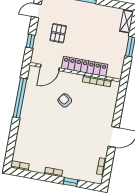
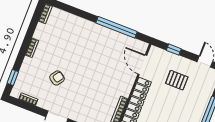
armchair: (65, 100) -> (57, 78), moved
window: (70, 182) -> (13, 77), moved

